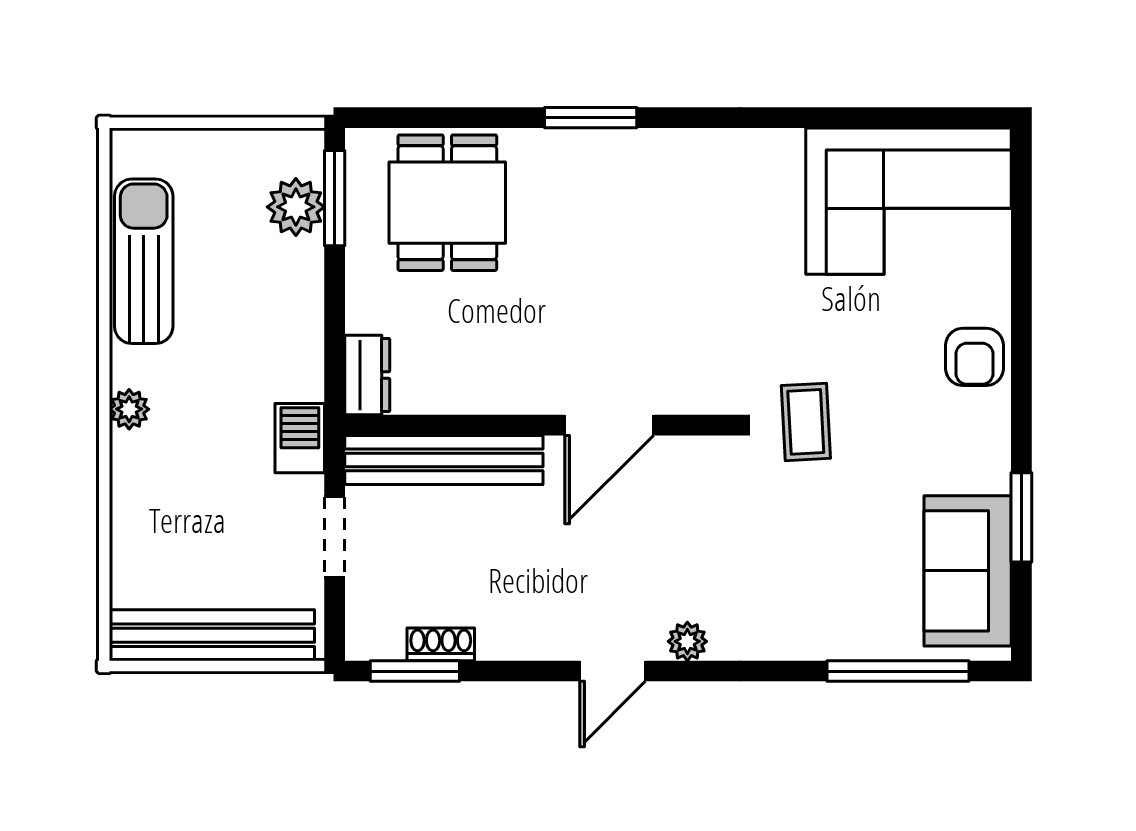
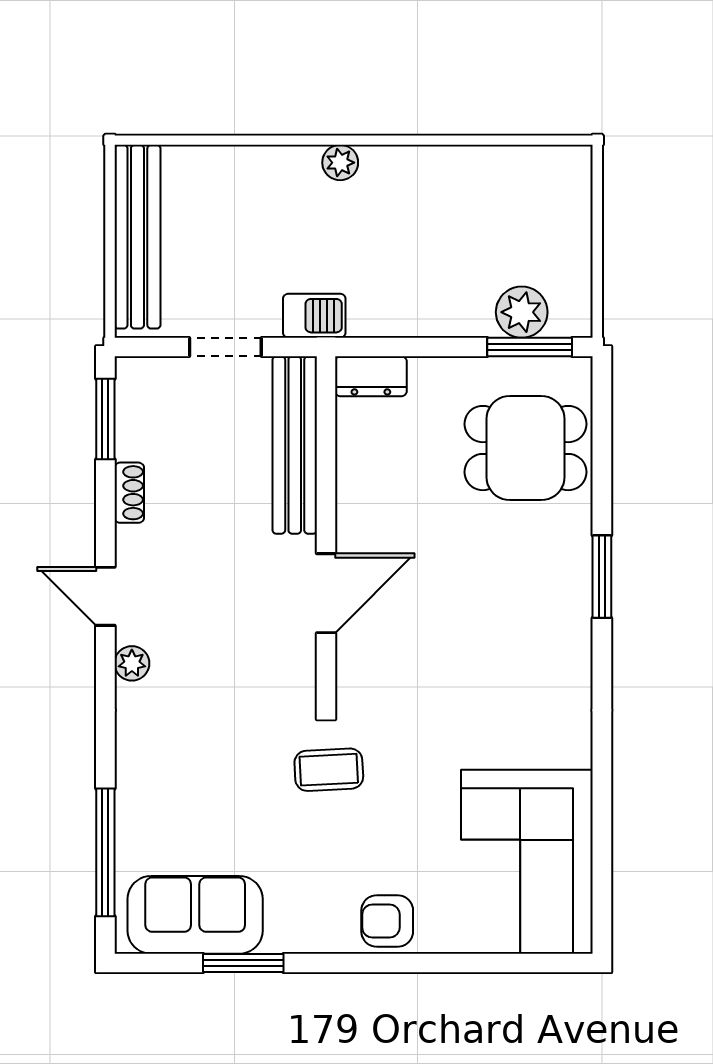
sun lounger: (144, 261) -> (473, 176), removed
door: (609, 425) -> (326, 593), swing flipped
shoe rack: (441, 644) -> (129, 493), moved

